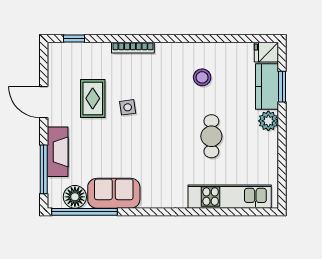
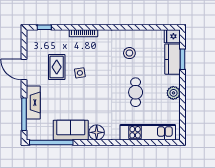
plant: (268, 121) -> (173, 93), moved
floor lamp: (75, 197) -> (97, 132), moved

